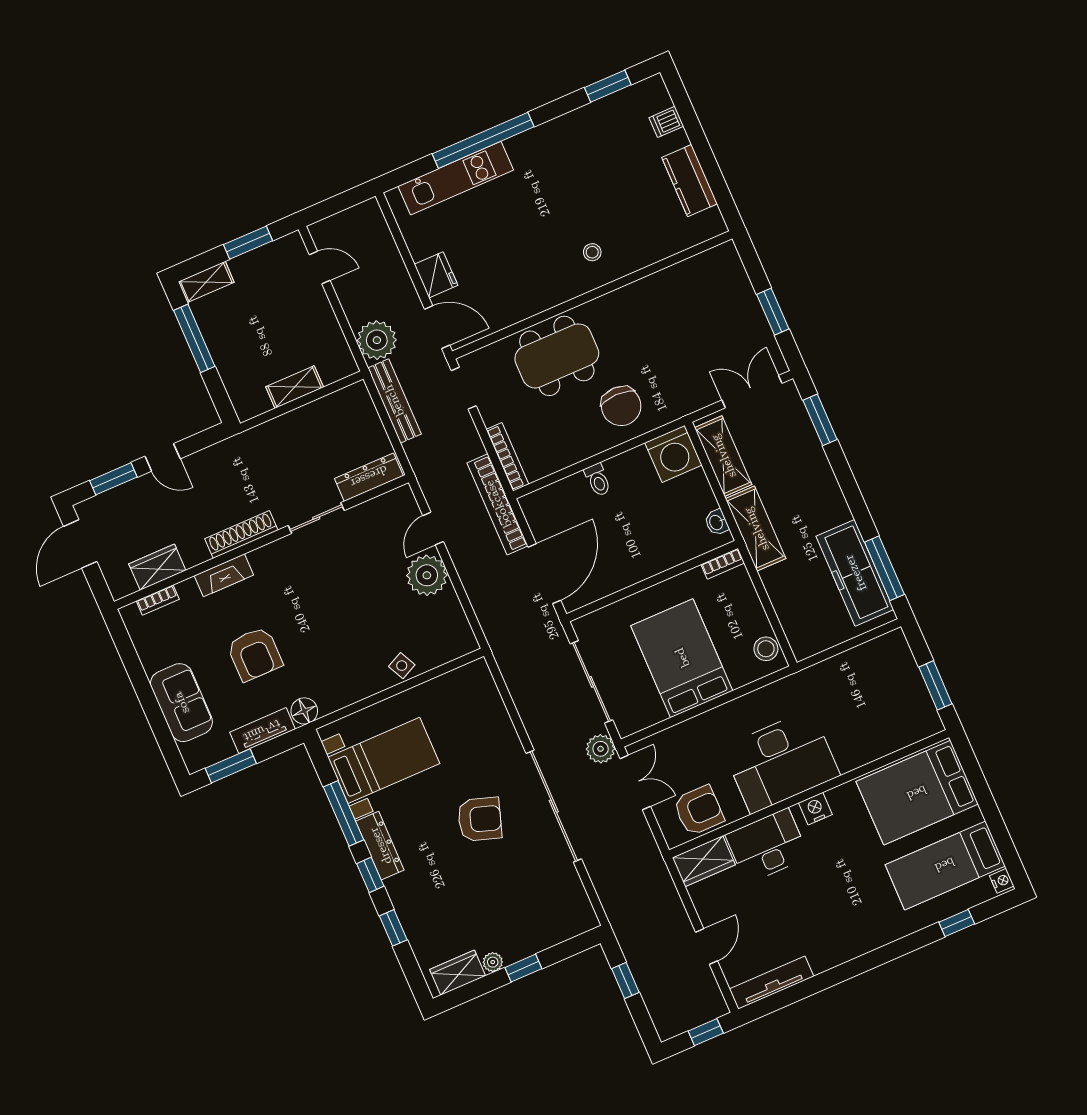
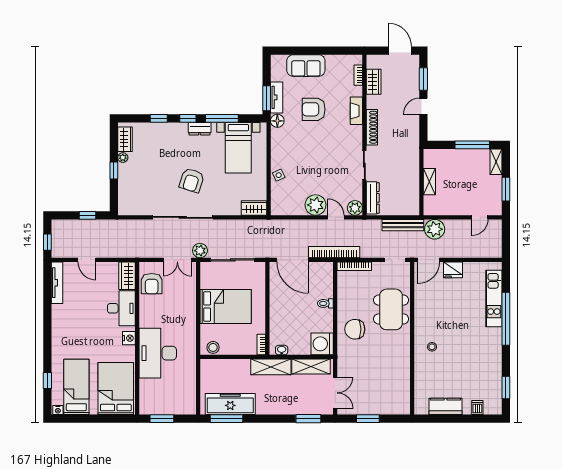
plant: (401, 502) -> (355, 208), added
wardrobe: (481, 684) -> (254, 208), added
desk: (781, 761) -> (158, 353), moved
window: (231, 766) -> (267, 98), moved
dresser: (380, 846) -> (200, 129), width x0.70

